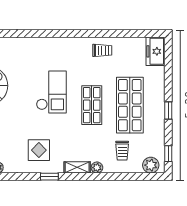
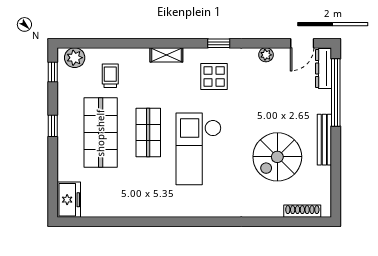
trolley: (102, 50) -> (135, 201), removed
checkout: (51, 92) -> (199, 149), width x1.36, depth x1.21
plant: (97, 168) -> (142, 55), removed
window: (49, 177) -> (219, 43), moved

